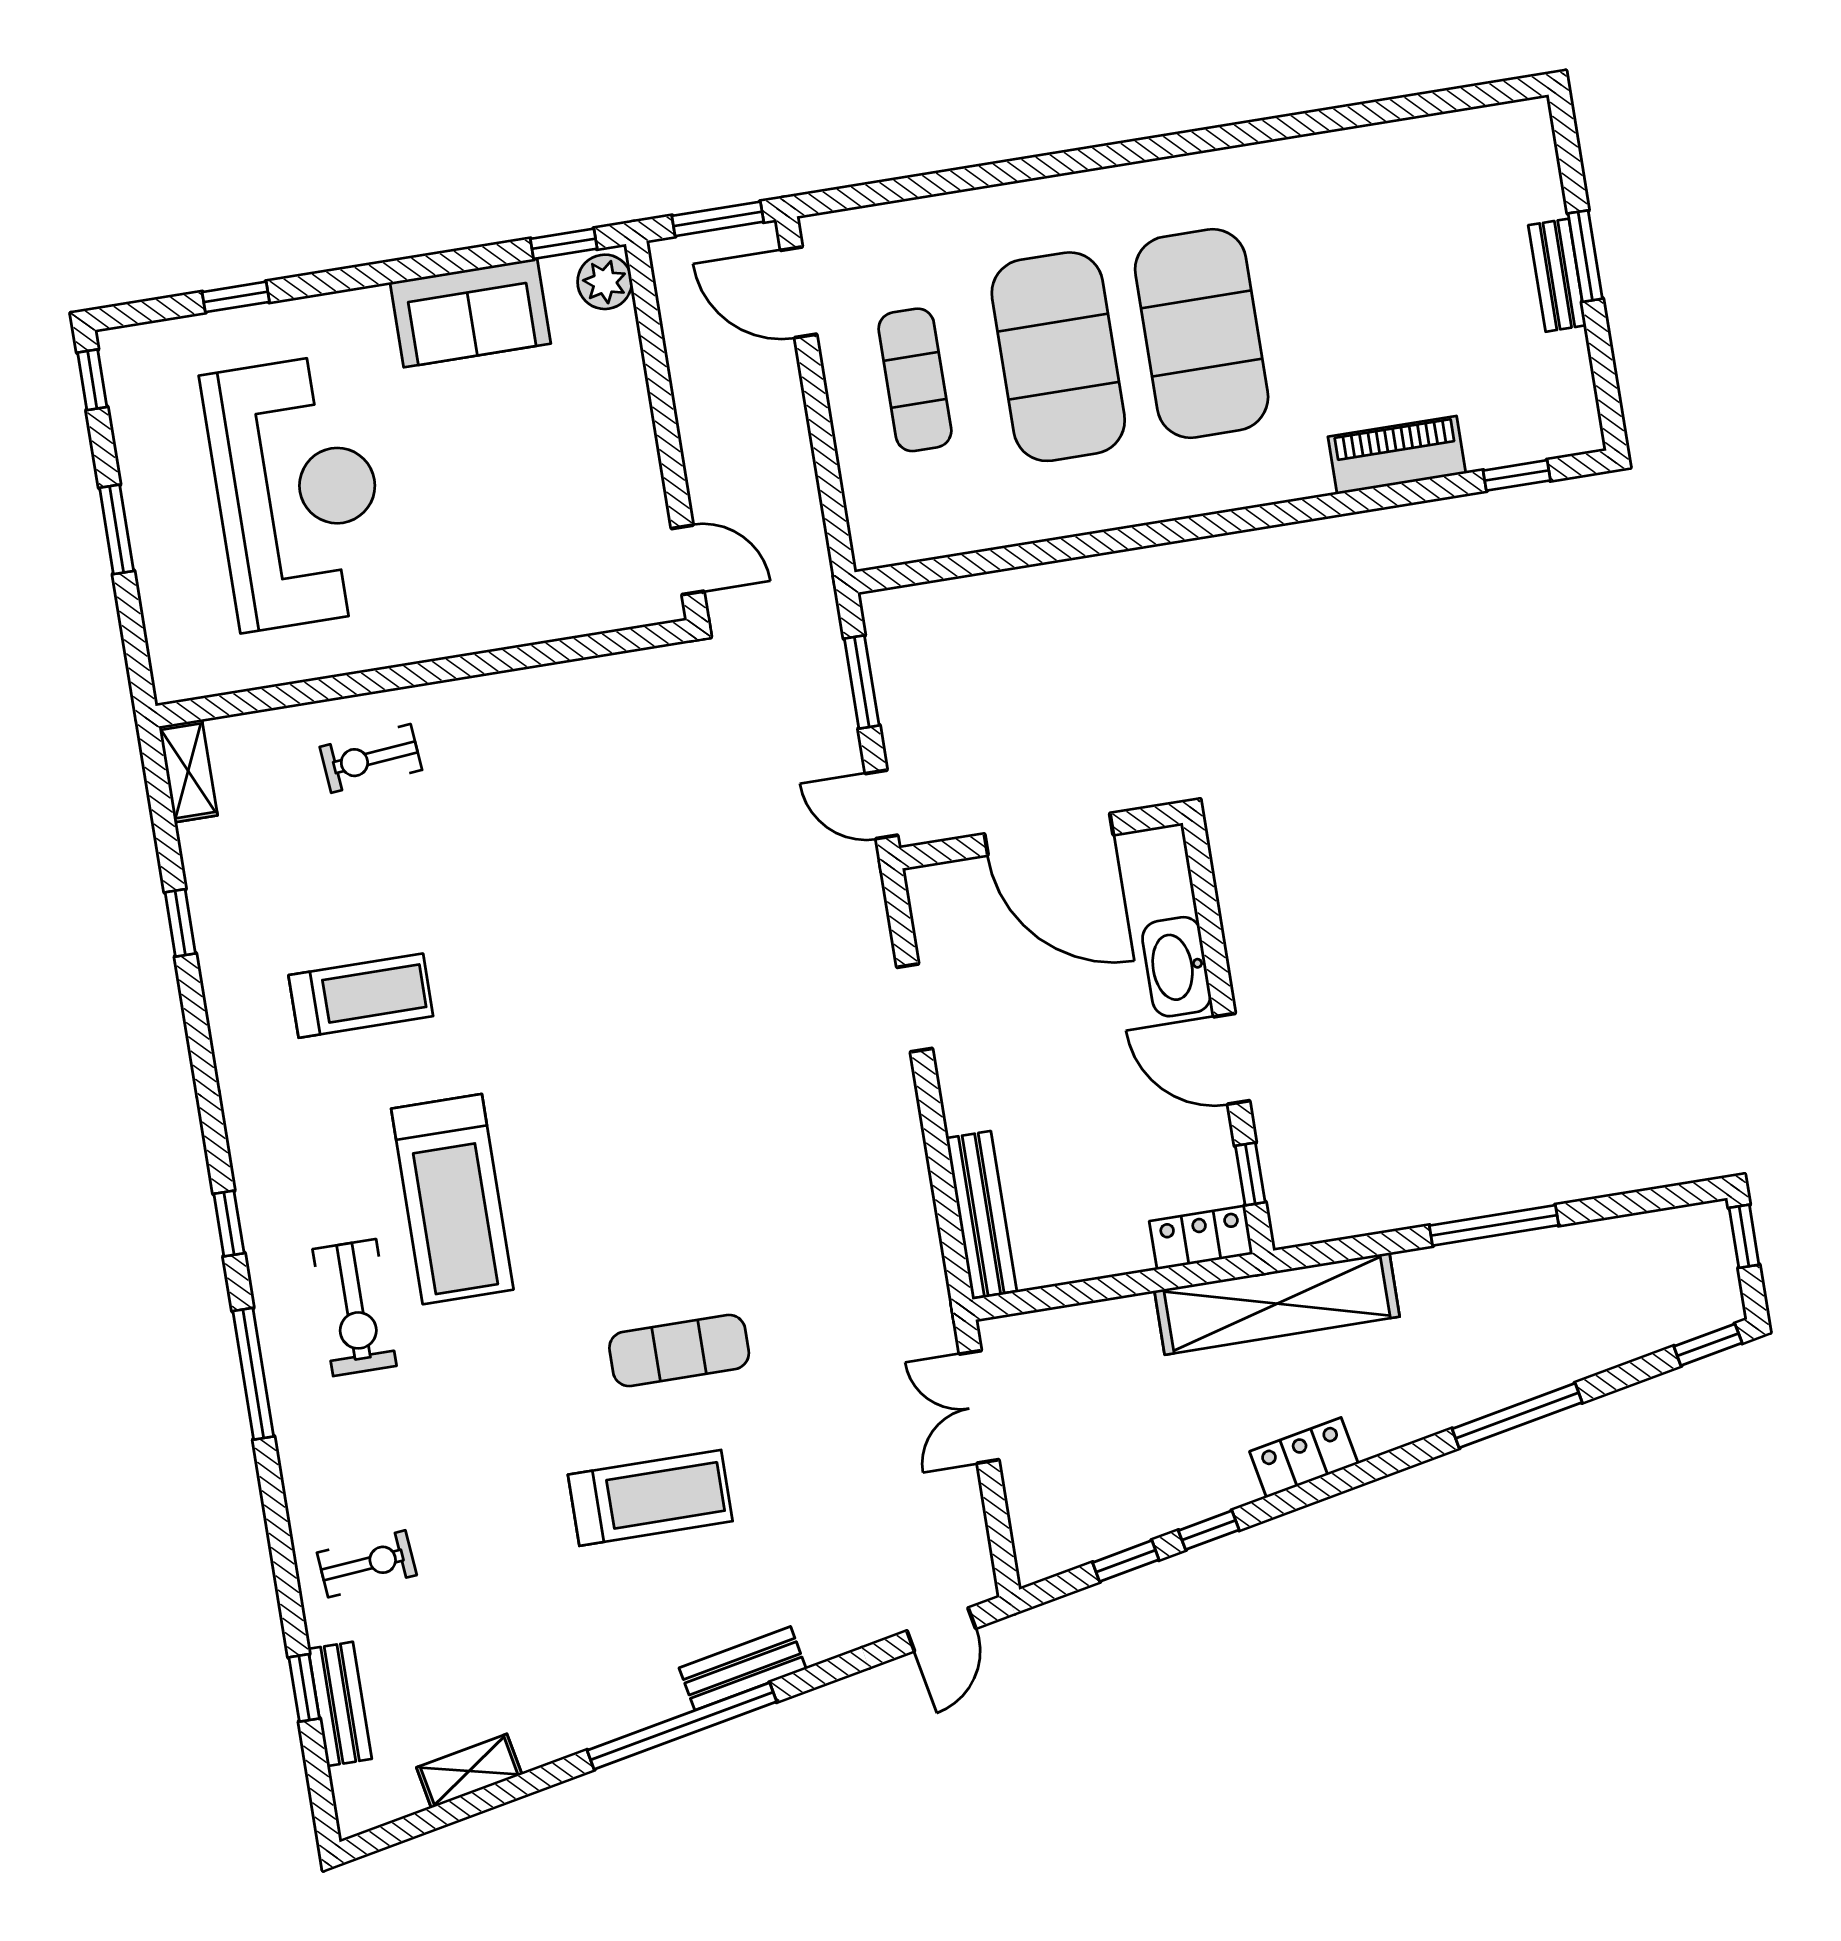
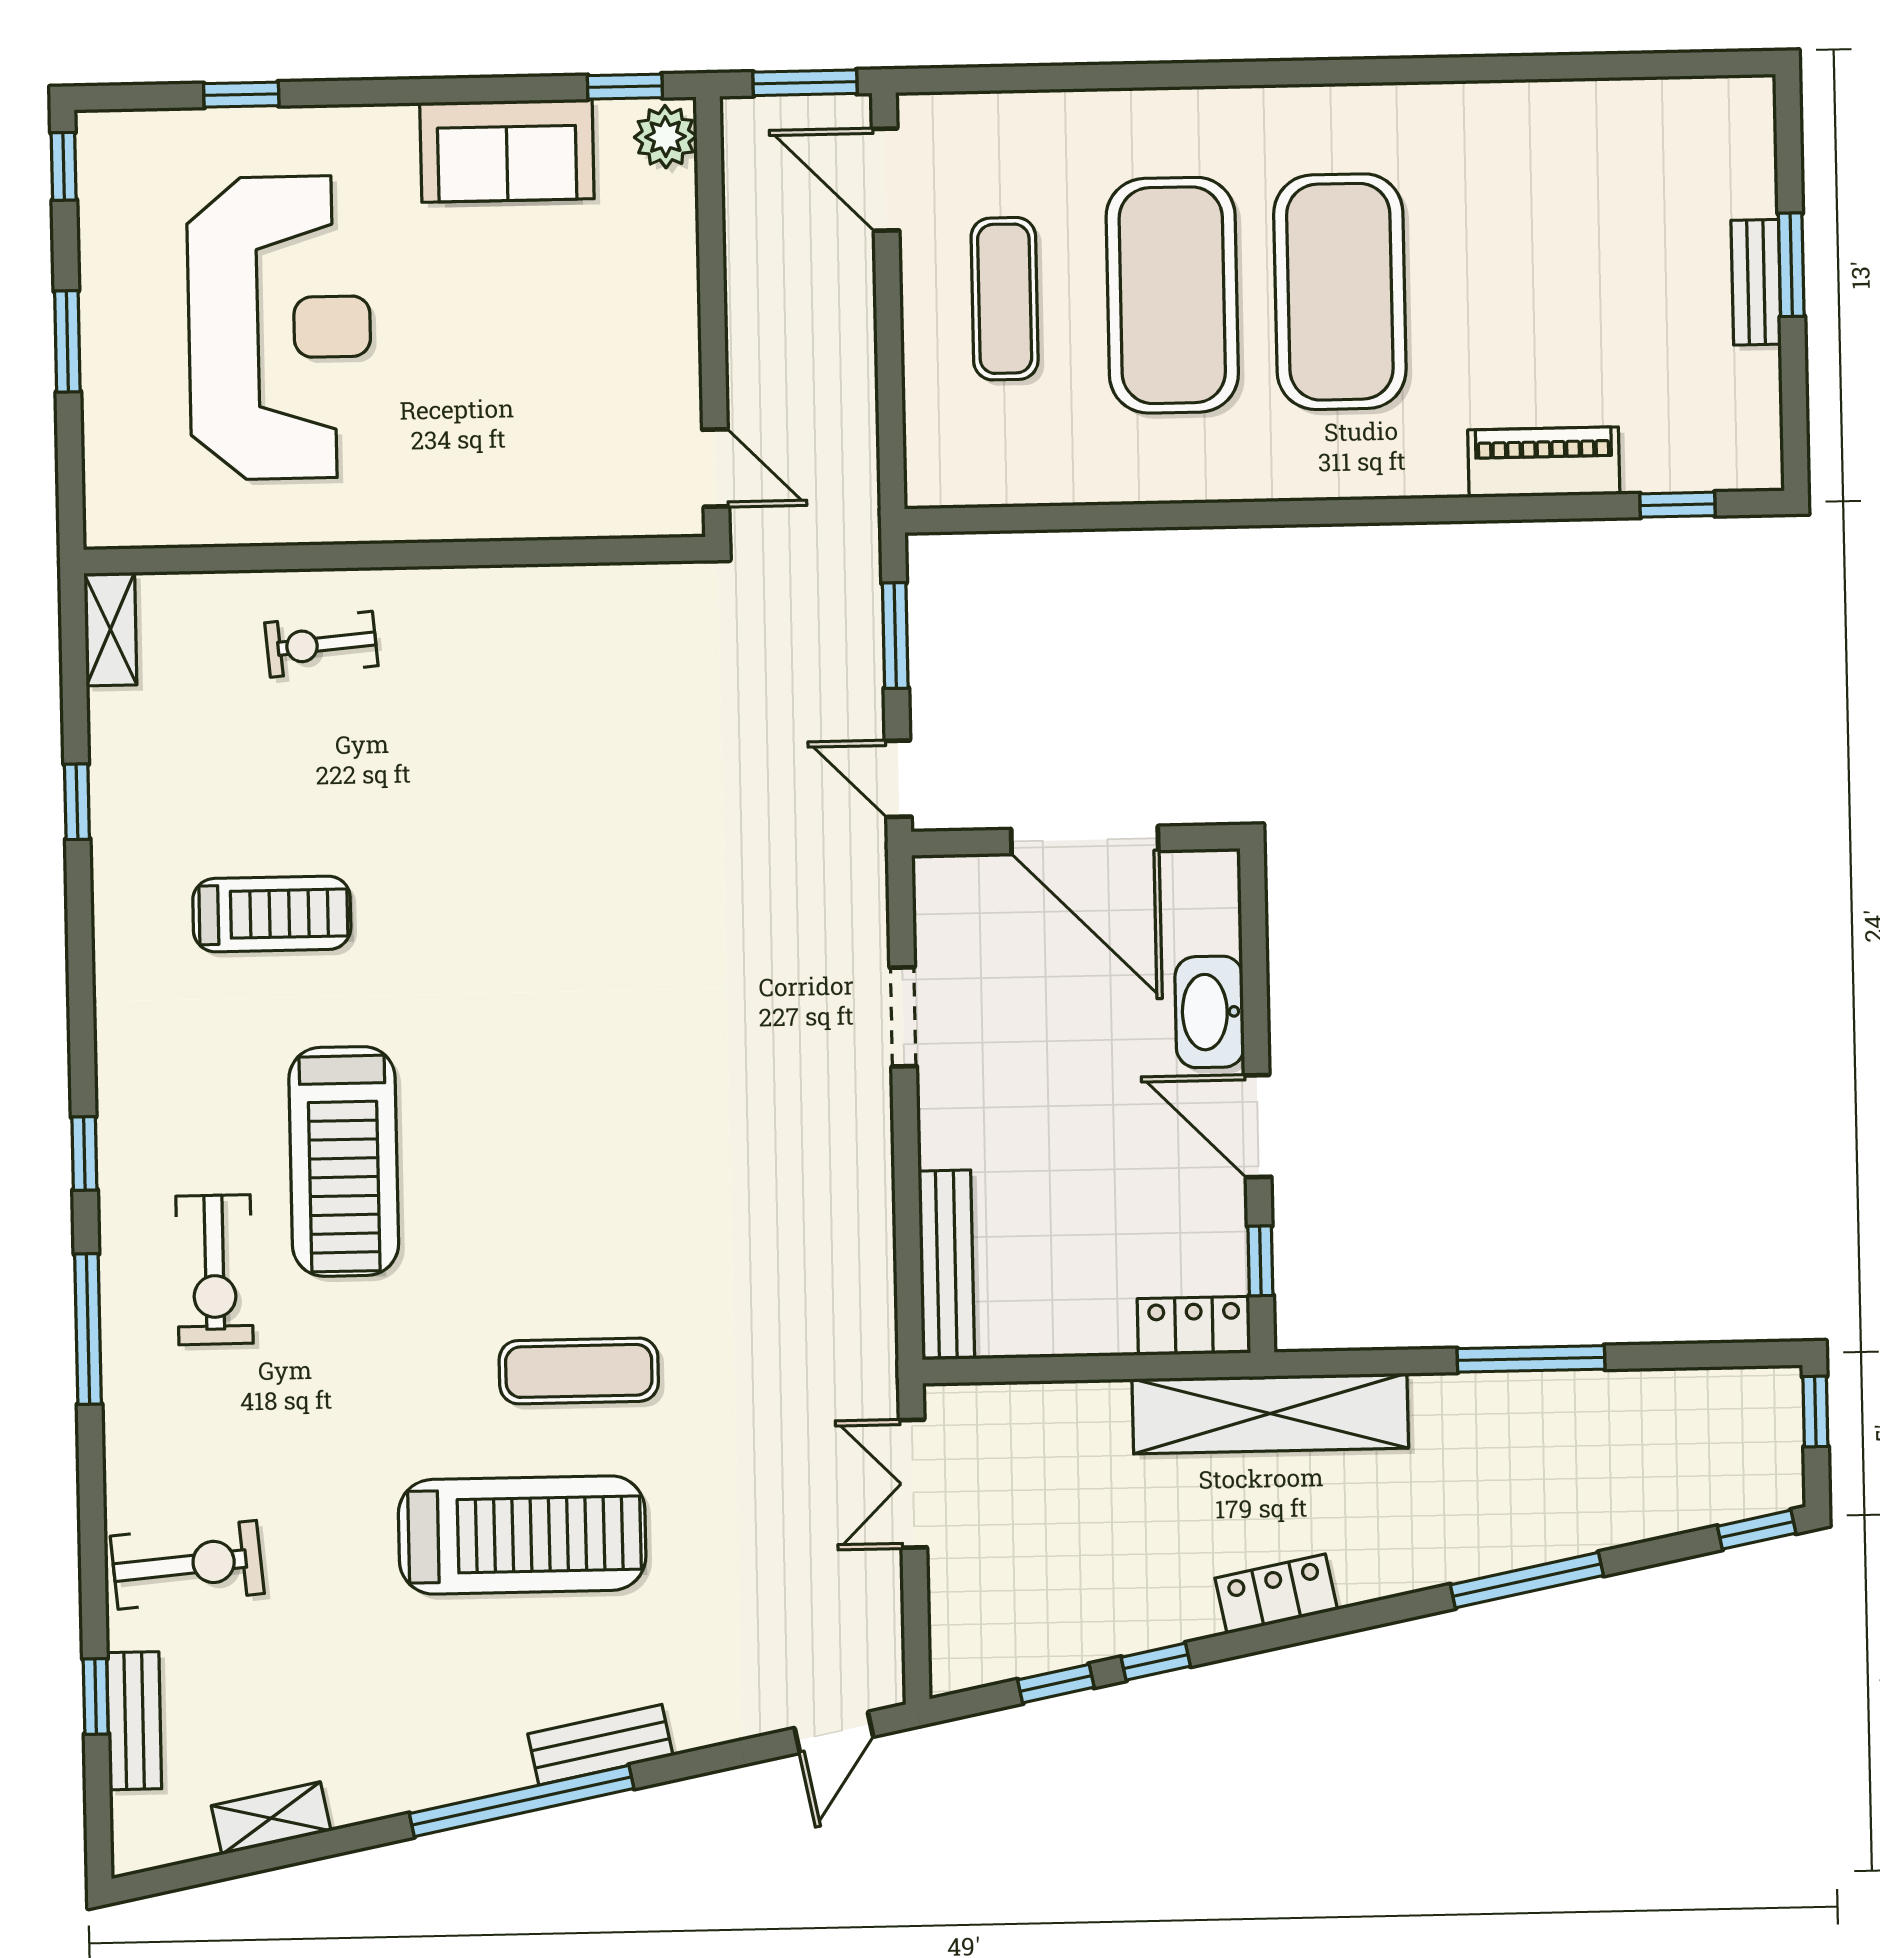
treadmill: (650, 1498) -> (522, 1535), width x1.37, depth x1.37
exercise bike: (367, 1564) -> (187, 1565), width x1.38, depth x1.39

